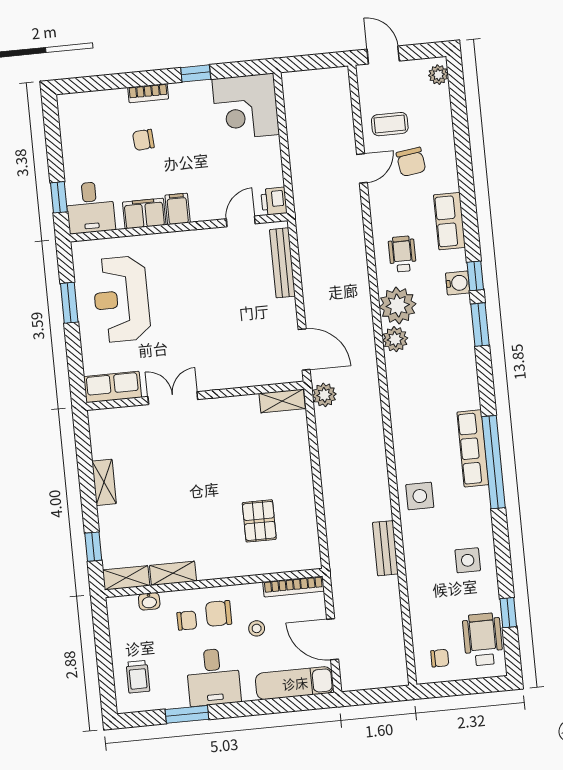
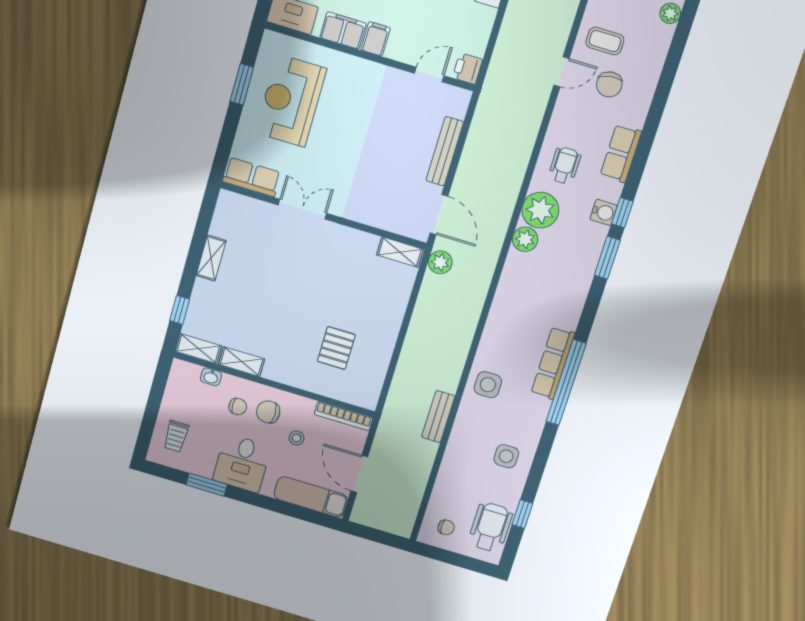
bench: (282, 263) -> (445, 151), moved

